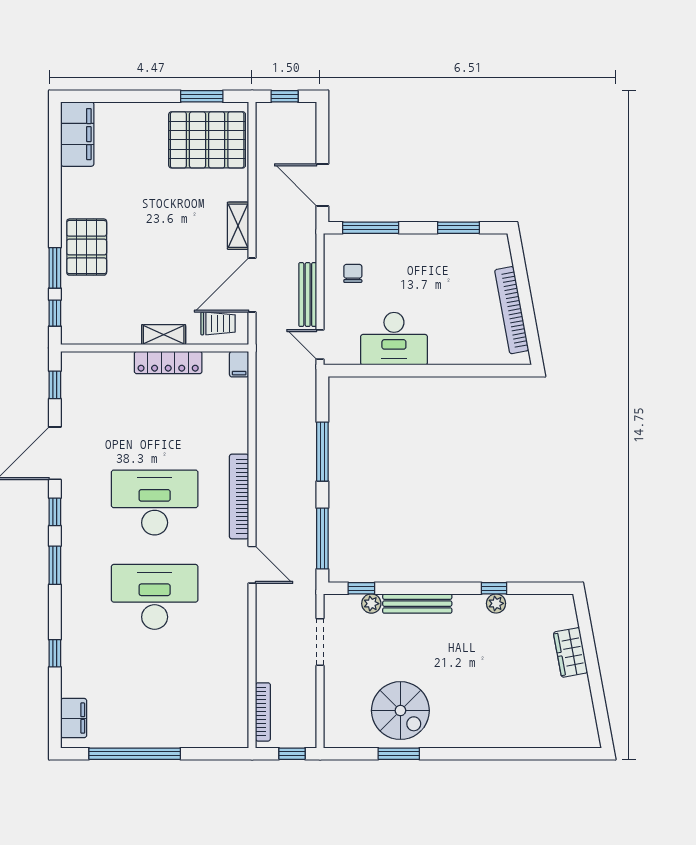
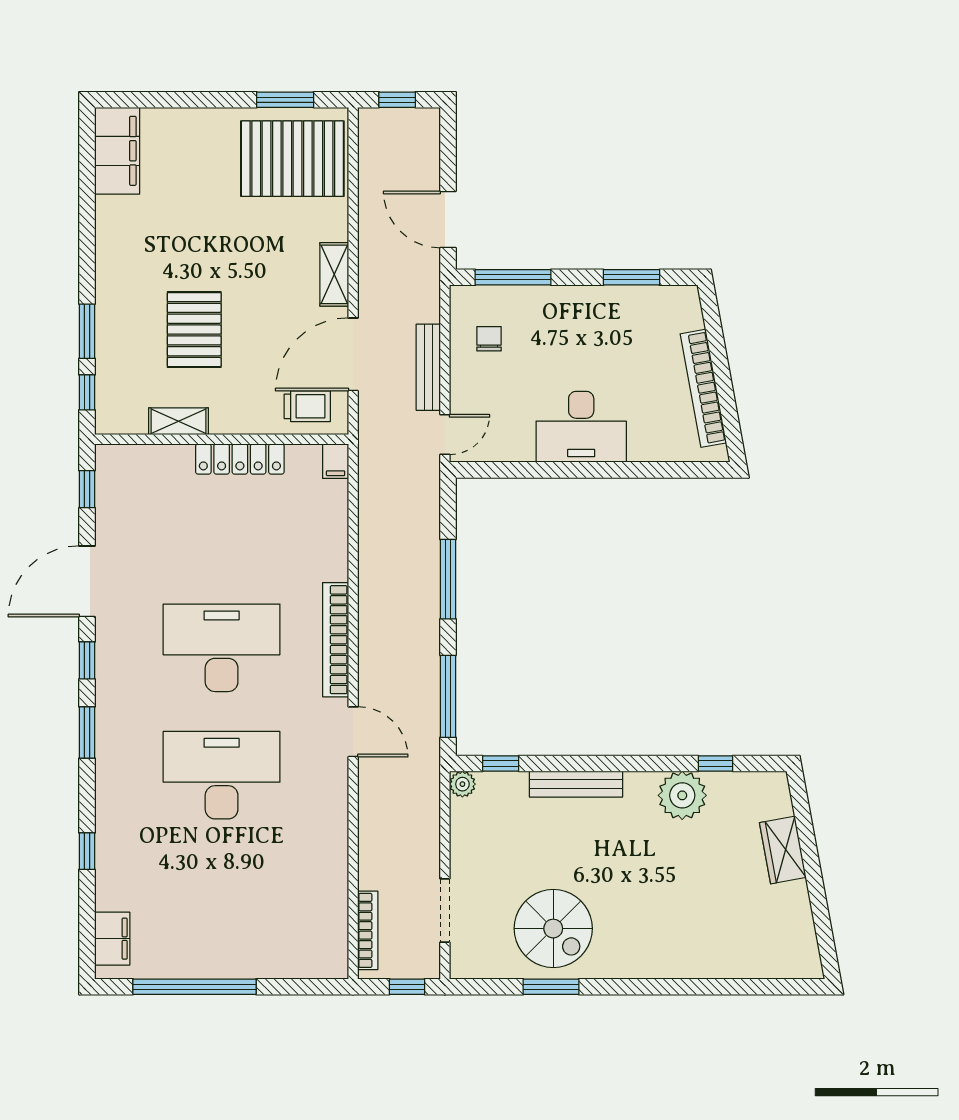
pallet: (87, 247) -> (194, 330), moved
shelving: (164, 335) -> (178, 421), moved
desk: (394, 339) -> (581, 427), moved
door: (320, 344) -> (445, 435), swing flipped
window: (494, 588) -> (716, 763), moved
plant: (496, 603) -> (682, 795), width x1.87, depth x1.87
plant: (371, 604) -> (462, 784), moved
doorway: (320, 642) -> (445, 910), moved

